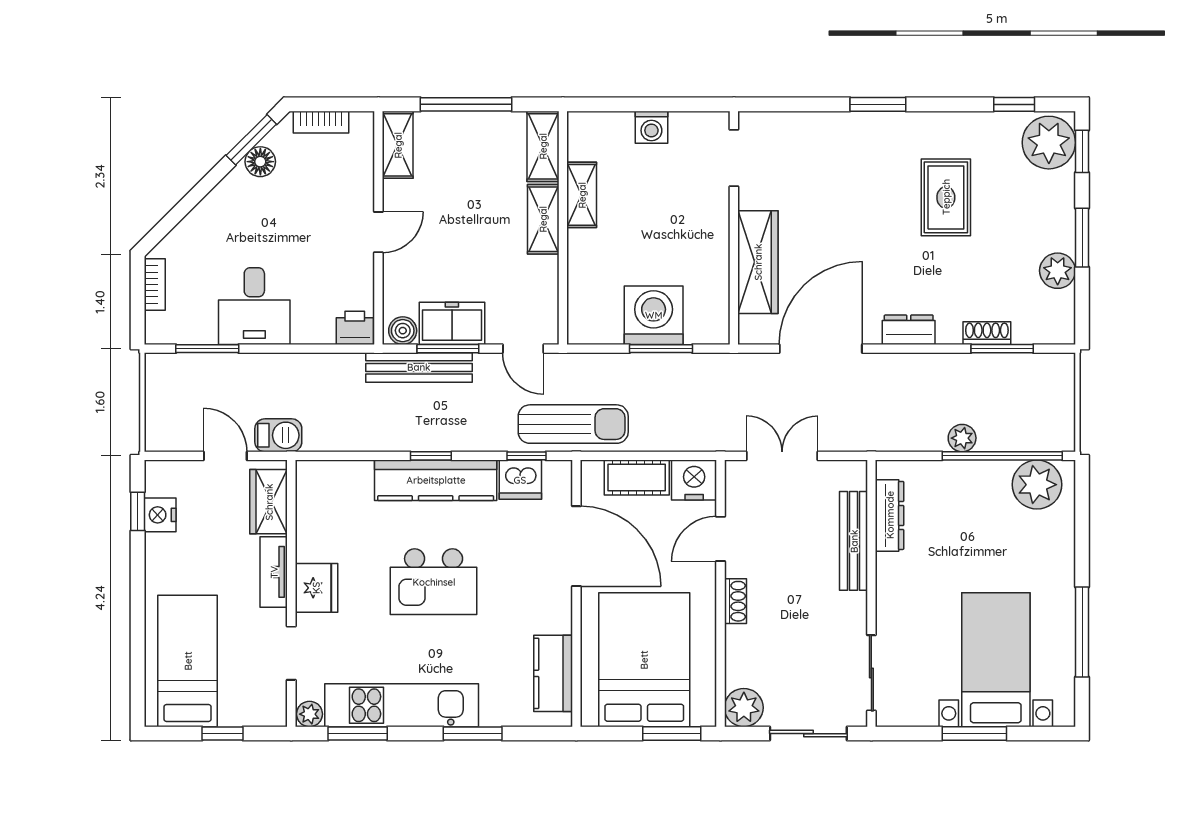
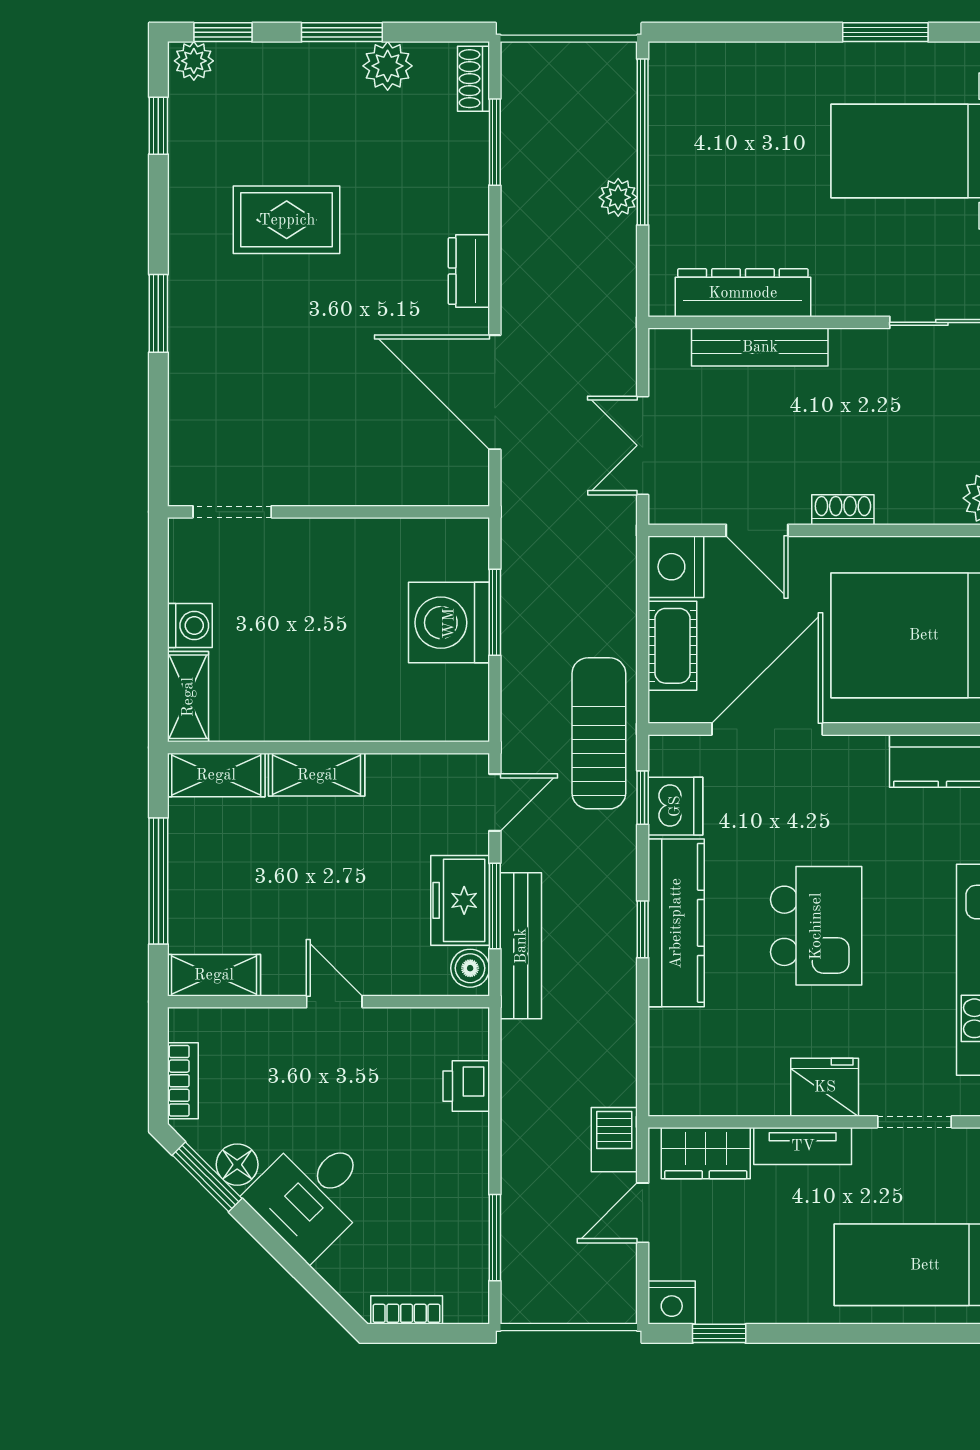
plant: (1049, 143) -> (194, 61), width x0.53, depth x0.53
shelving: (582, 195) -> (188, 697), moved, turned 90
wardrobe: (758, 262) -> (376, 479), removed
desk: (254, 306) -> (312, 1194), moved, turned 135
printer: (355, 328) -> (466, 1086), moved
shoe rack: (987, 333) -> (473, 79), moved
plant: (1037, 485) -> (682, 94), removed
nightstand: (160, 515) -> (672, 1303), moved
dresser: (890, 515) -> (743, 293), width x1.37, depth x1.24
window: (1082, 632) -> (885, 32), width x0.69

